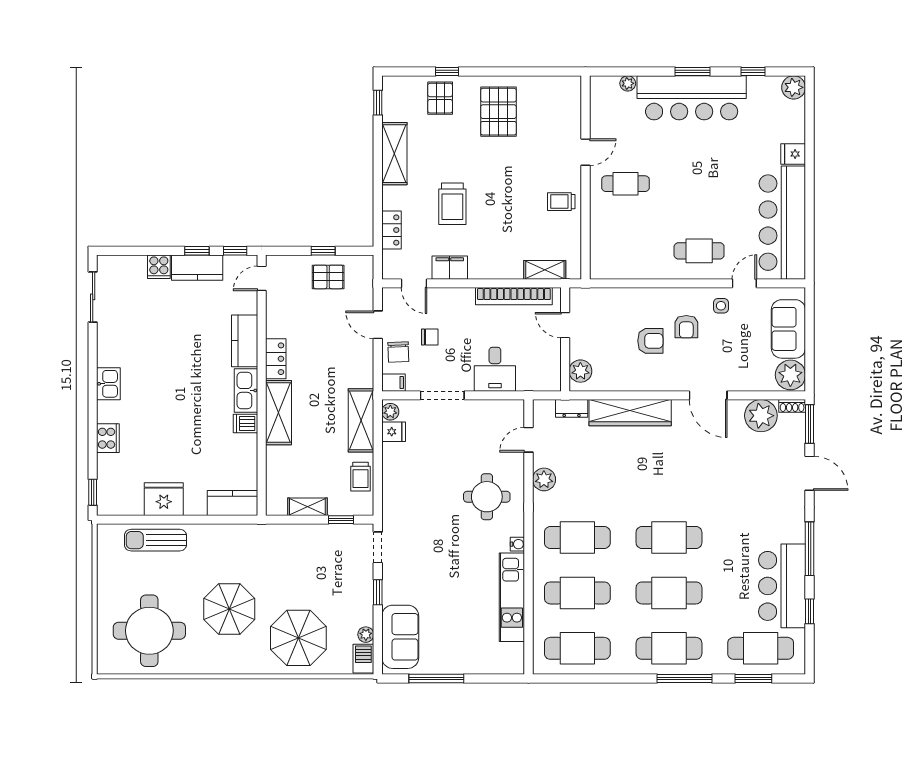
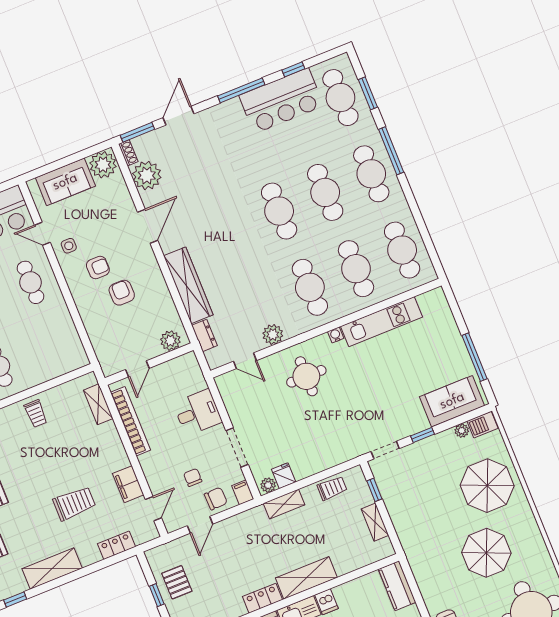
shelving: (361, 420) -> (284, 504), width x0.67, depth x0.75

